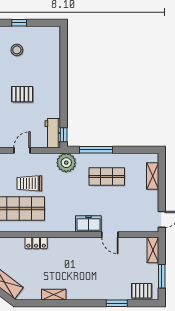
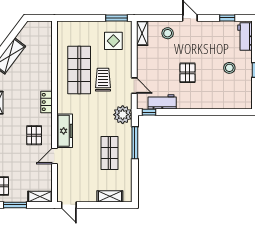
workbench: (53, 133) -> (162, 102), moved
door: (22, 150) -> (134, 86), moved
freezer: (88, 224) -> (65, 131), width x1.40
locker: (36, 243) -> (47, 102), moved
pallet: (88, 256) -> (34, 135), added

